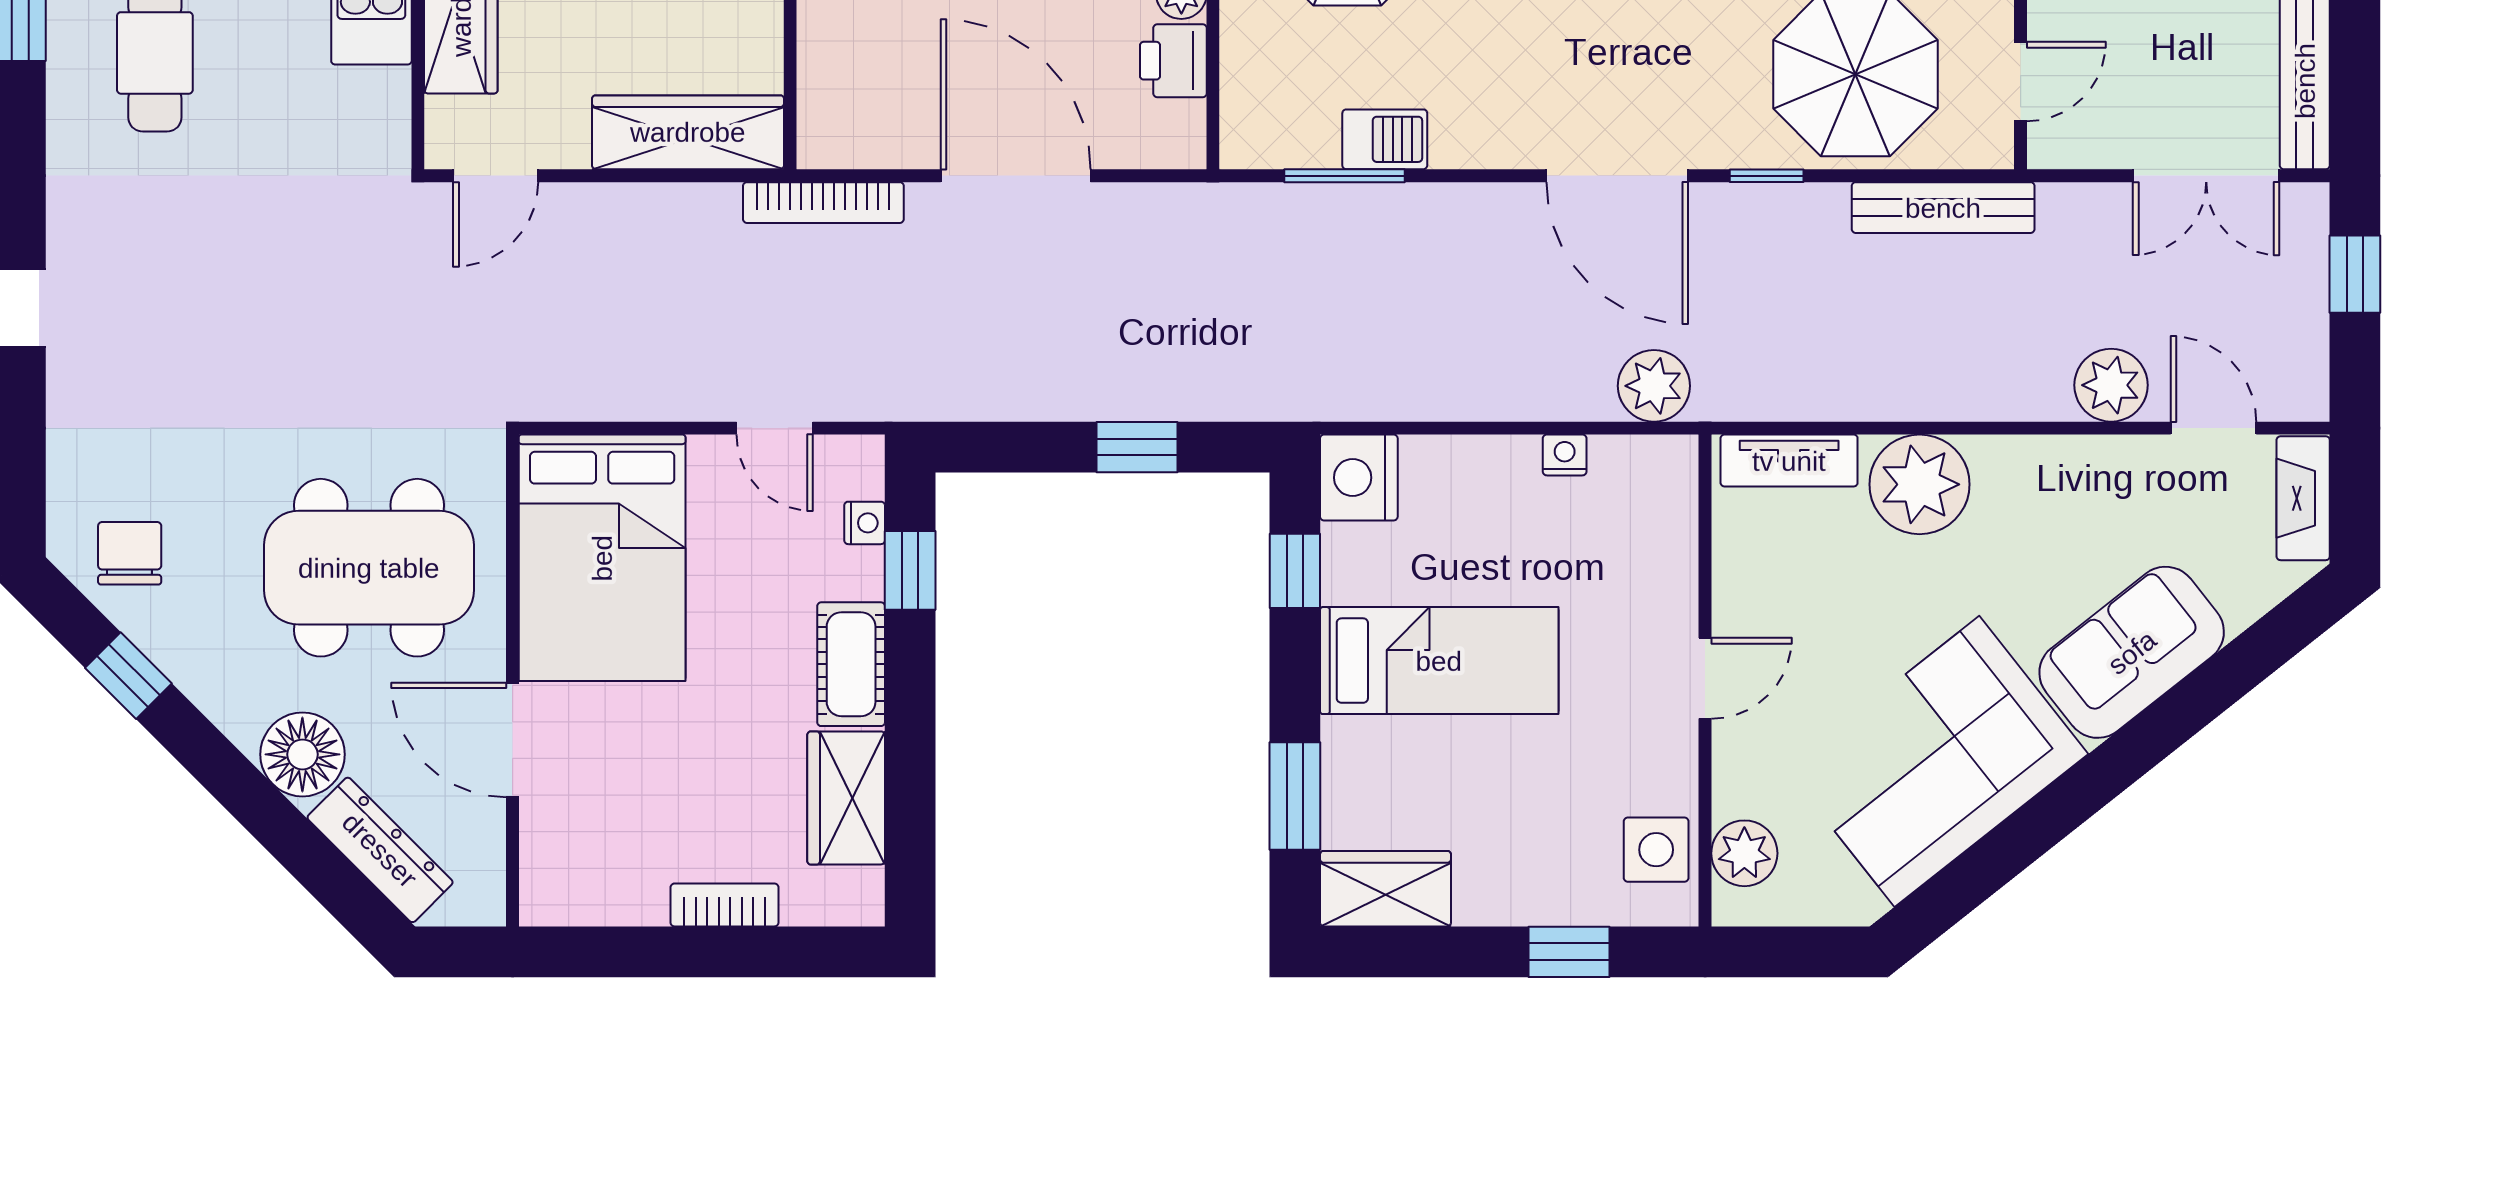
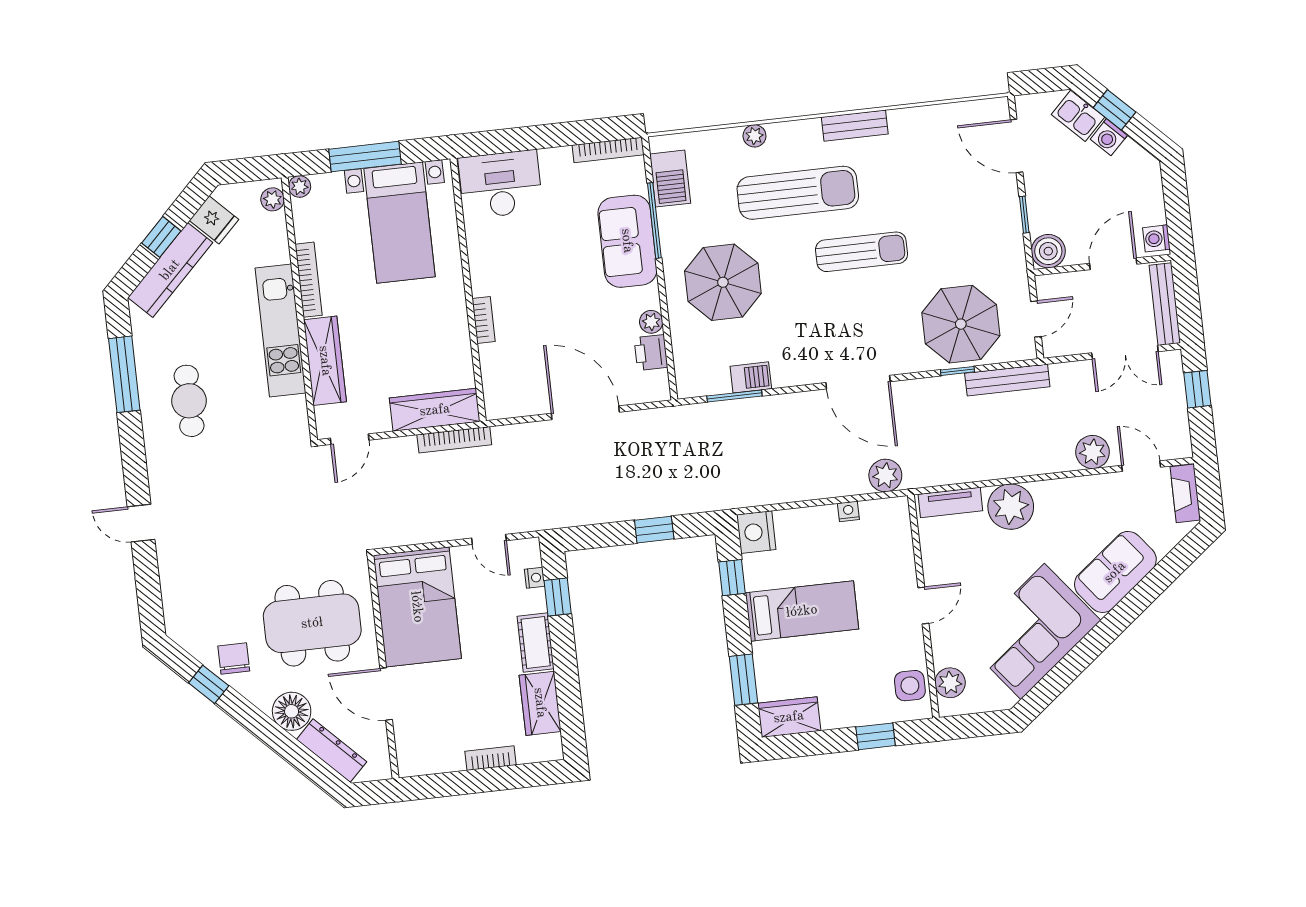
window: (1767, 176) -> (957, 371), moved
bookcase: (823, 203) -> (454, 440), moved
chair: (130, 553) -> (234, 659), moved

